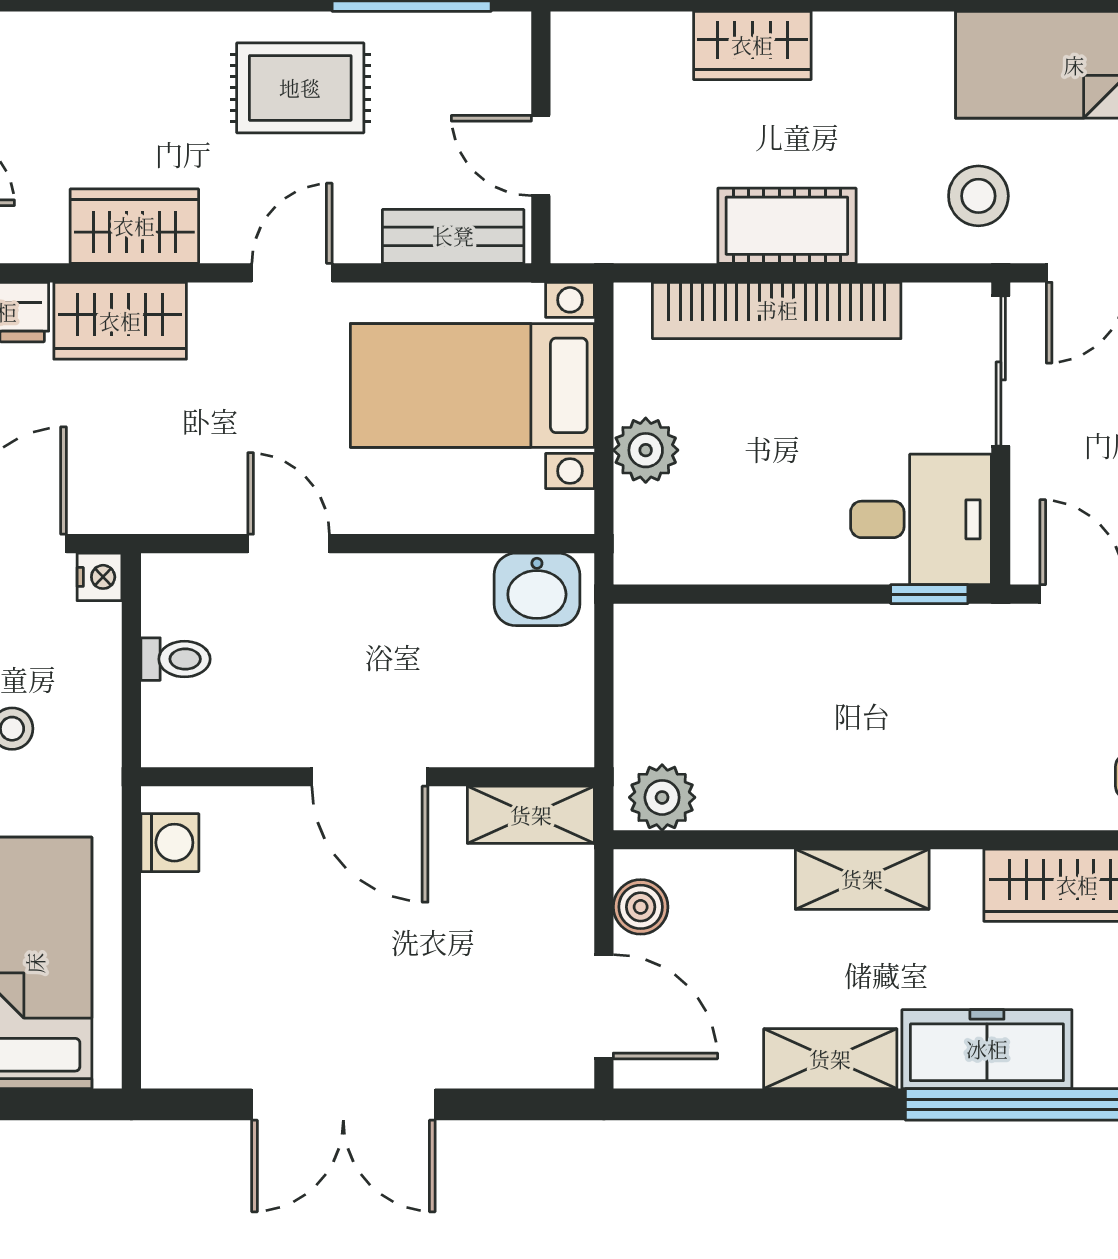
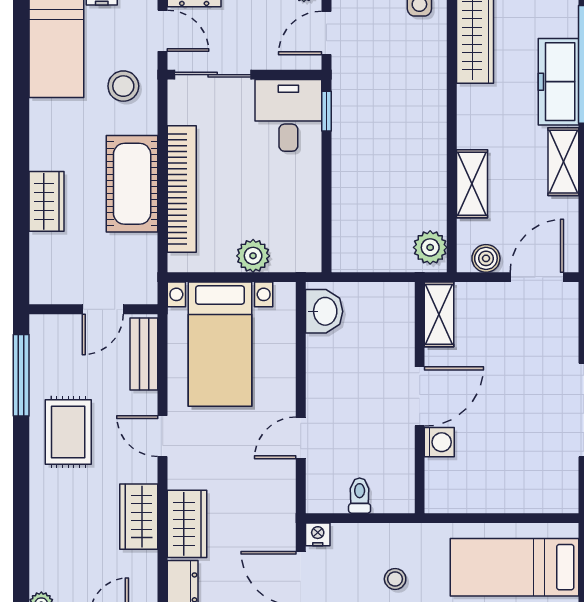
cot: (787, 226) -> (132, 184), width x1.37, depth x1.34
washing machine: (170, 843) -> (439, 442), moved, turned 90
shelving: (862, 879) -> (472, 184), moved

